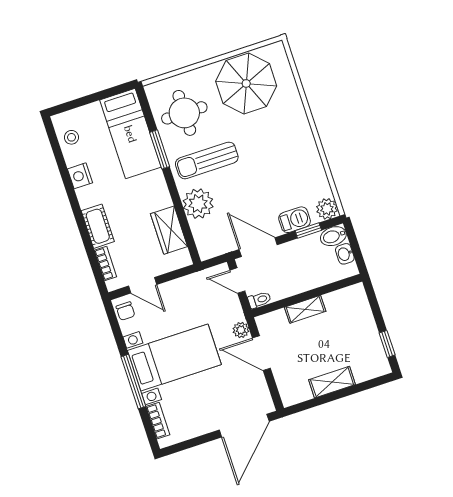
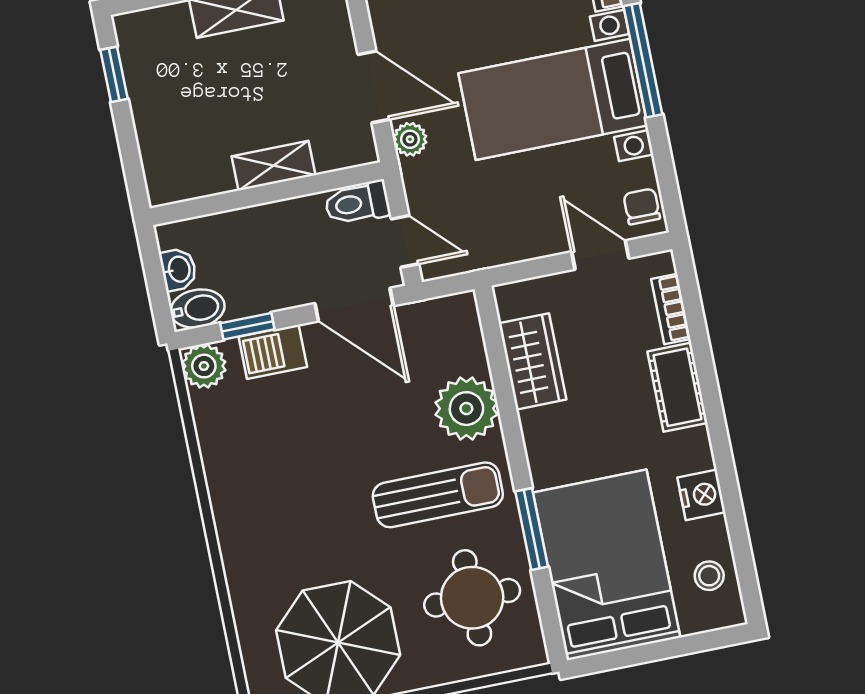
bed: (130, 134) -> (607, 565), width x1.50
toilet: (259, 300) -> (357, 203), width x1.37, depth x1.39

